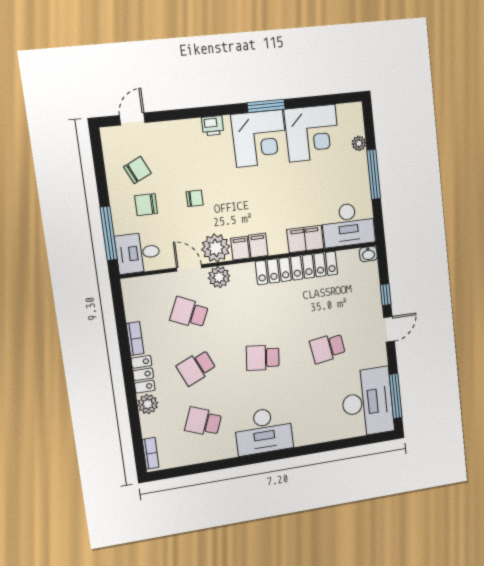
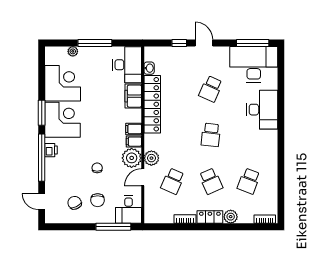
window: (199, 112) -> (42, 158), added
washbasin: (368, 254) -> (149, 68), moved
school desk: (328, 348) -> (211, 89), turned 33
desk: (264, 431) -> (262, 110), moved

